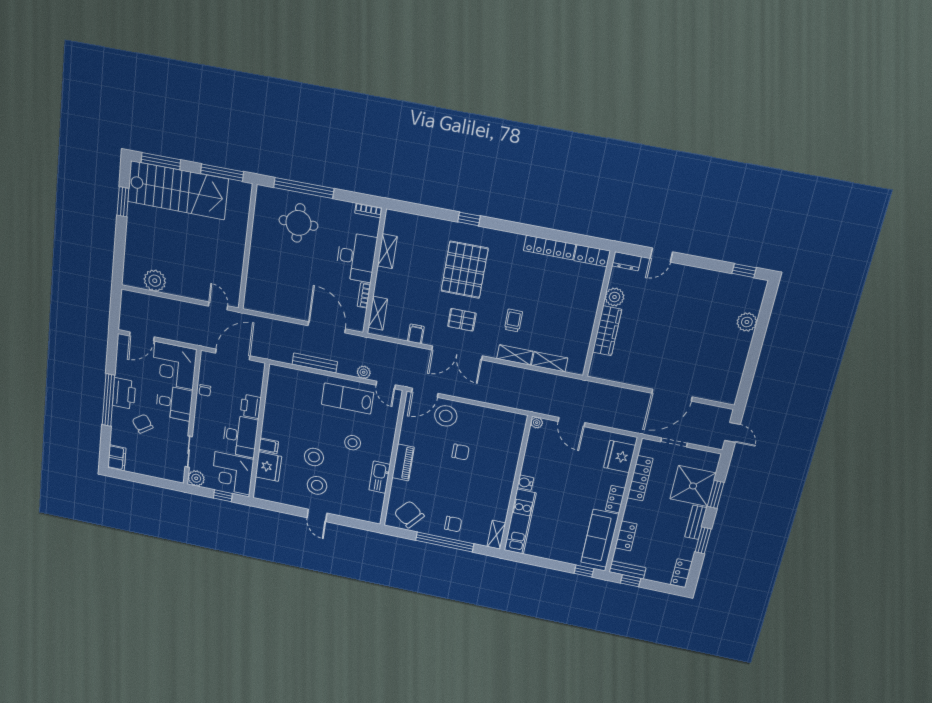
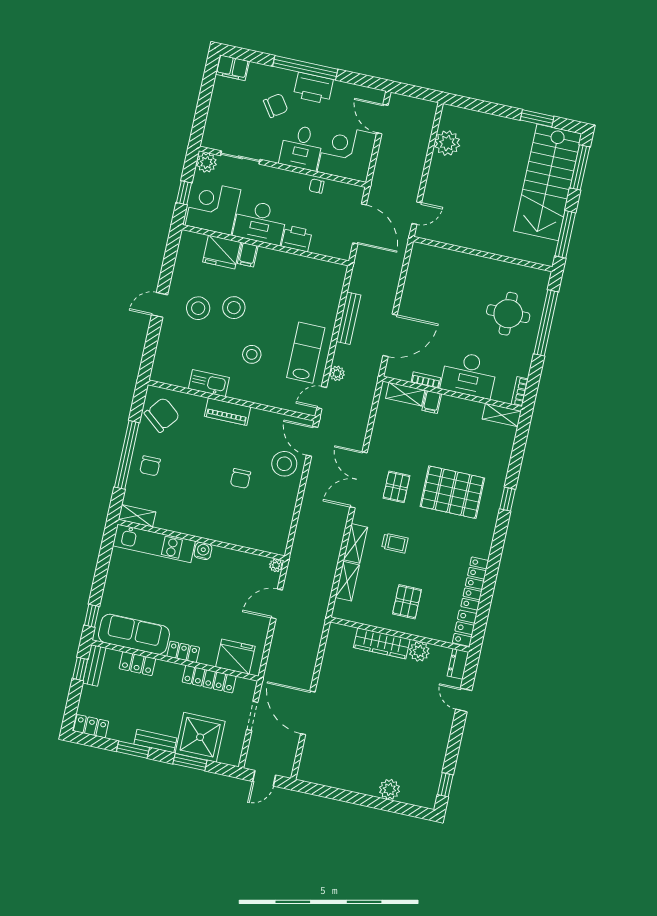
shelving: (387, 251) -> (502, 415), moved
pallet: (568, 309) -> (407, 602), added
filing cabinet: (416, 334) -> (432, 402), moved, turned 90

